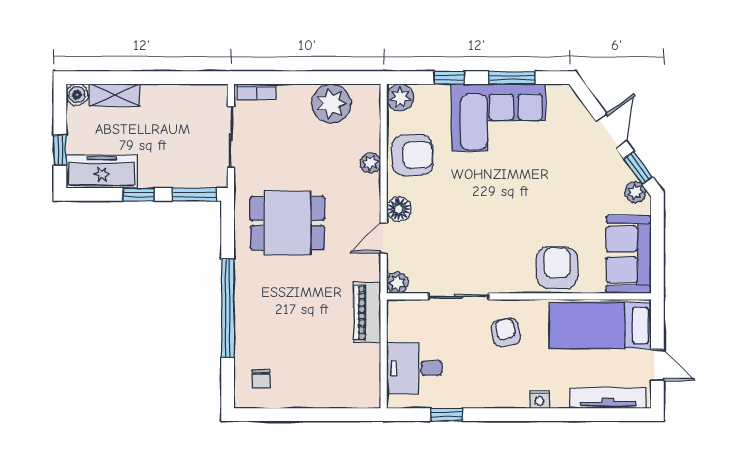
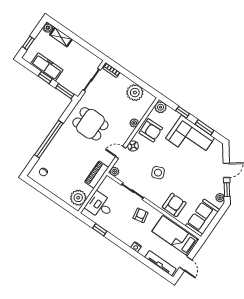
freezer: (102, 172) -> (47, 67), moved
side table: (483, 227) -> (158, 173), added
plant: (362, 382) -> (78, 198), added

